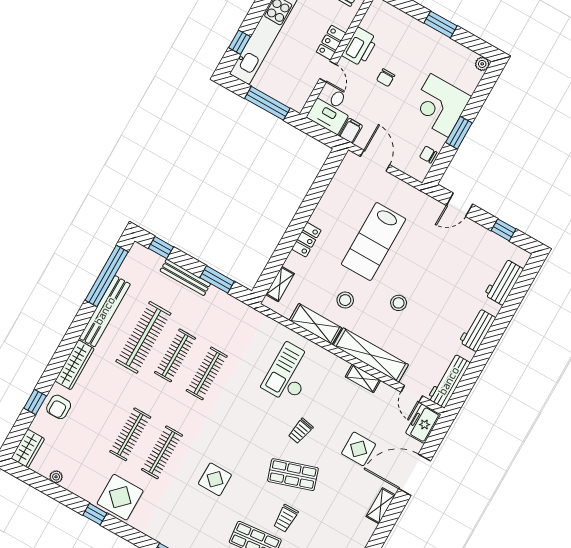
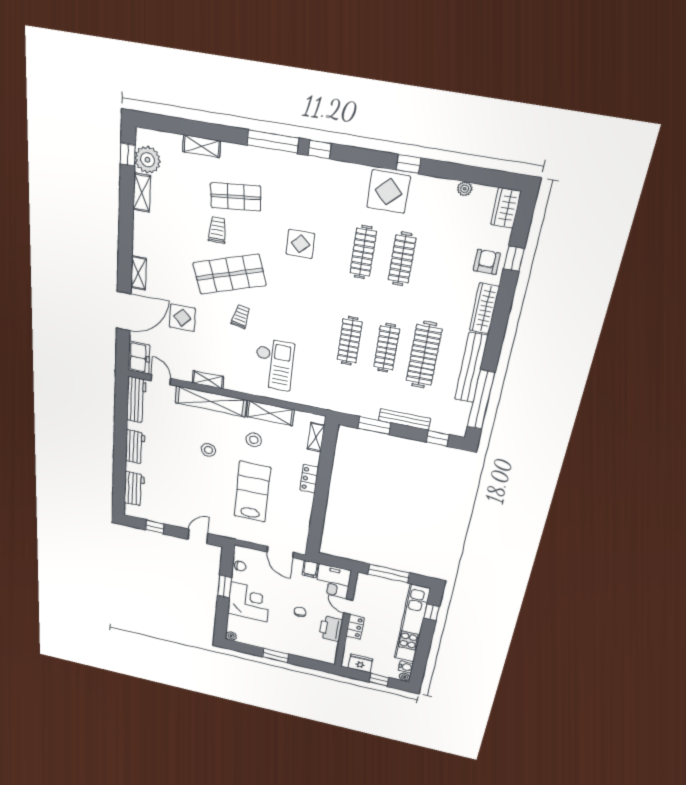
shop shelf: (293, 475) -> (229, 274), width x1.43, depth x1.36

